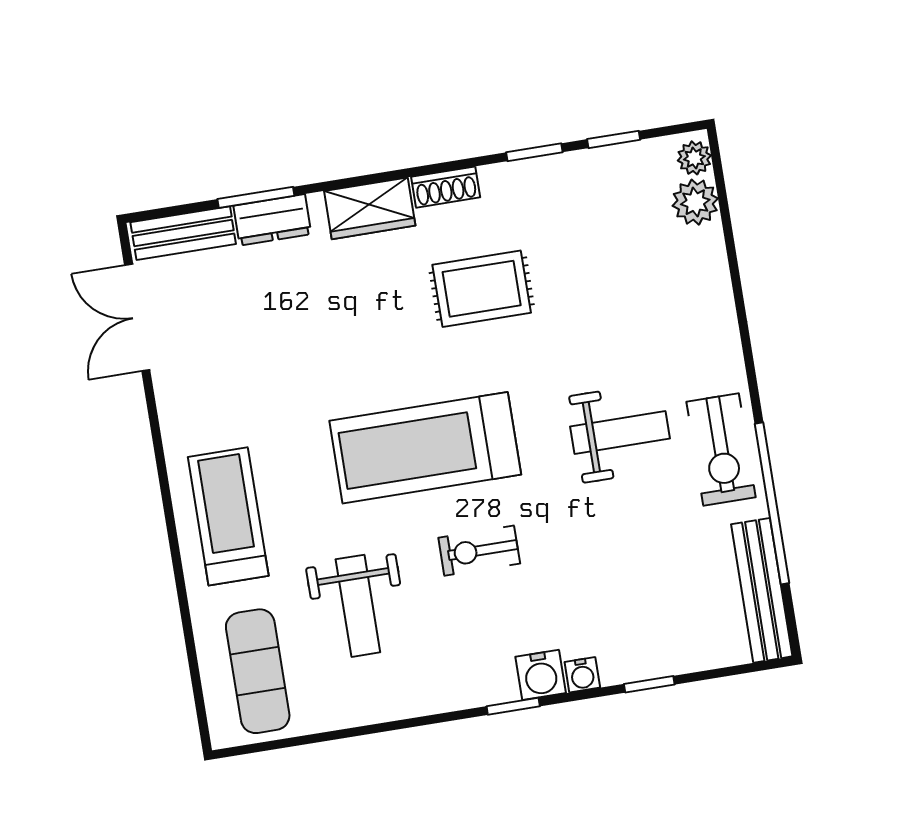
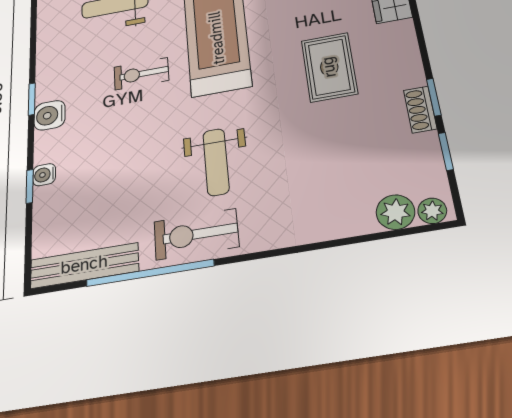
shoe rack: (446, 187) -> (420, 109), moved
exercise bike: (479, 551) -> (141, 74), turned -90
water cooler: (582, 675) -> (44, 175), moved

